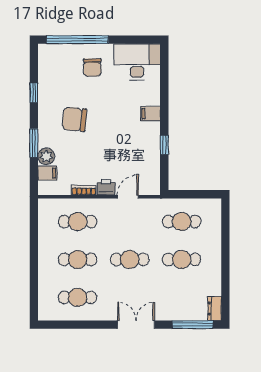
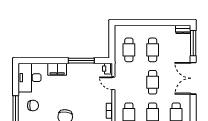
filing cabinet: (150, 114) -> (57, 69), width x2.00
window: (164, 145) -> (81, 61), width x2.17
printer: (106, 187) -> (108, 69), moved
double door: (136, 325) -> (193, 78), width x1.37

